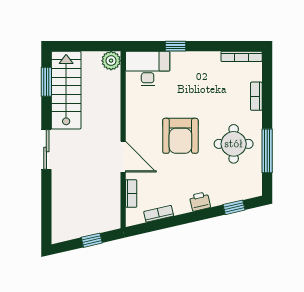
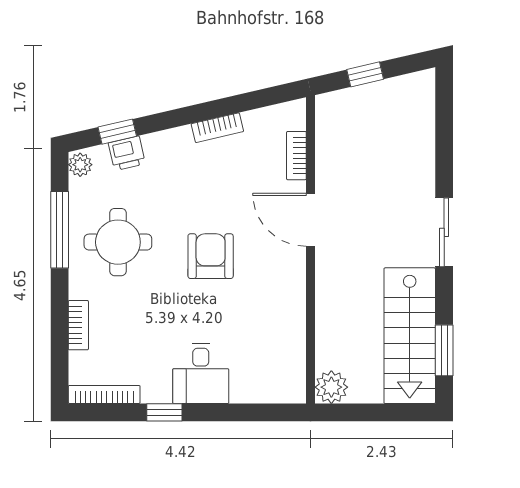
window: (175, 46) -> (164, 412), moved
desk: (148, 68) -> (201, 373), moved, width x0.73
armchair: (180, 136) -> (211, 256), width x0.73, depth x0.73
plant: (255, 188) -> (80, 165), added
printer: (200, 201) -> (127, 153), moved
bookcase: (159, 214) -> (217, 128), moved

